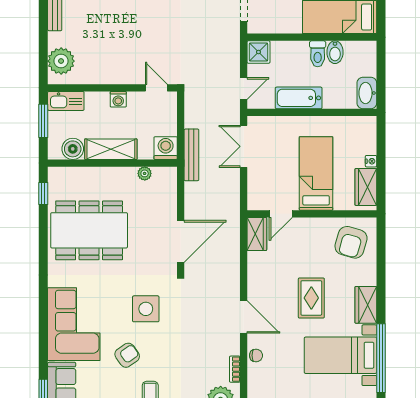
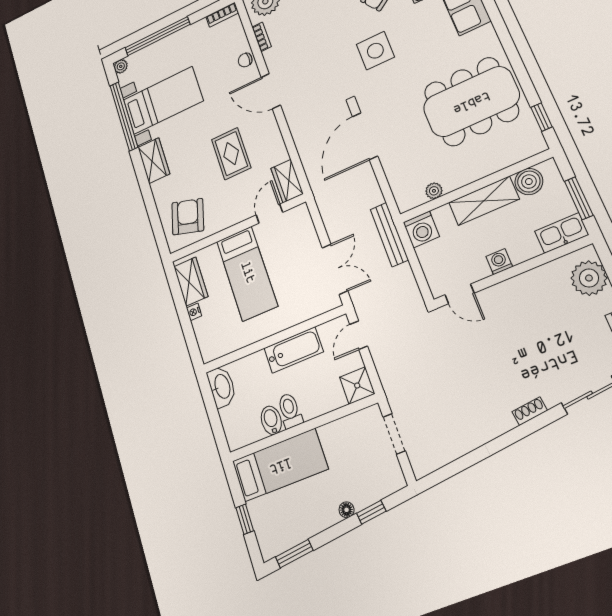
rug: (311, 298) -> (231, 154), moved

